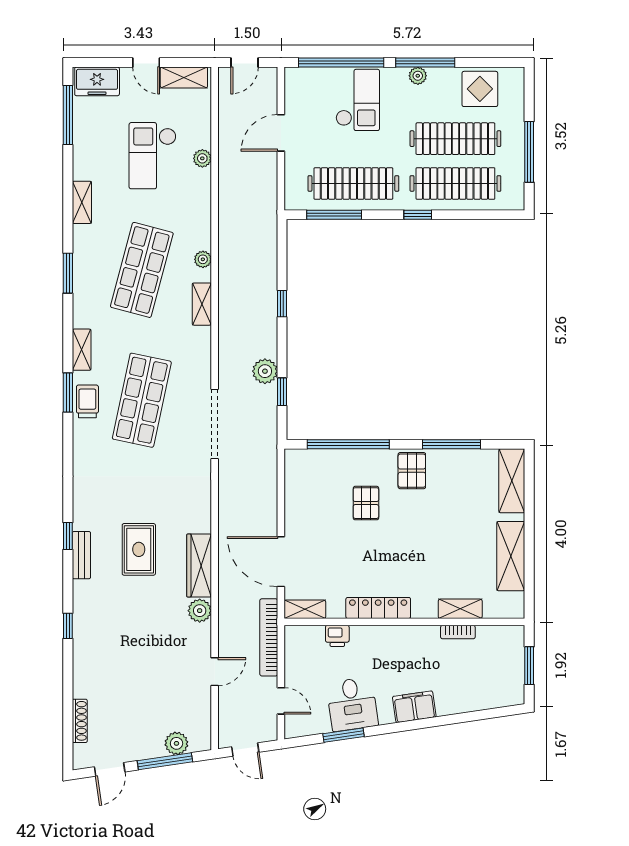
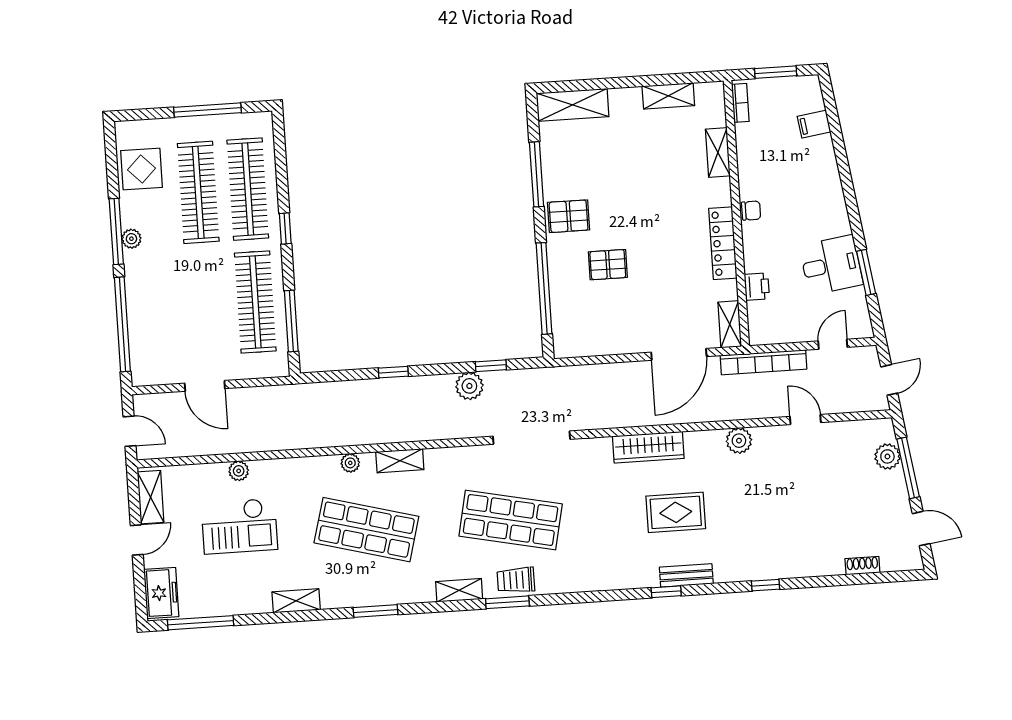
checkout: (358, 100) -> (163, 303), removed
shelving: (511, 556) -> (668, 96), width x0.67, depth x0.75
wardrobe: (199, 566) -> (648, 447), moved
bookcase: (458, 632) -> (740, 103), moved
chair: (406, 635) -> (751, 211), added
filing cabinet: (414, 707) -> (814, 124), moved, width x0.50
shoe rack: (80, 721) -> (862, 566), width x0.70

